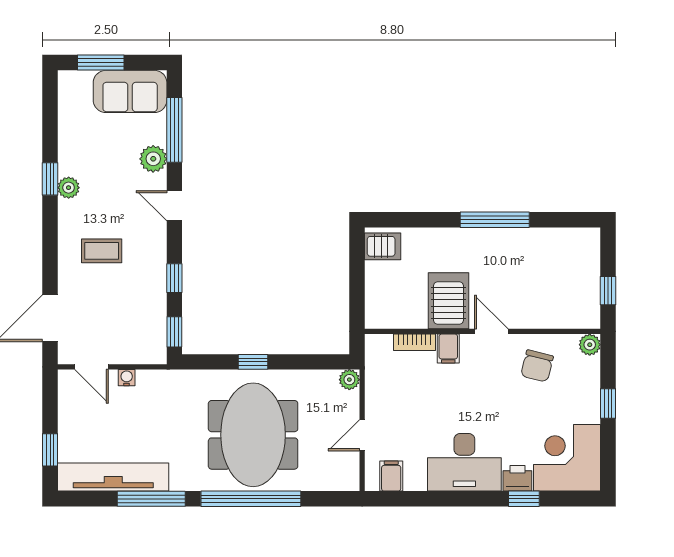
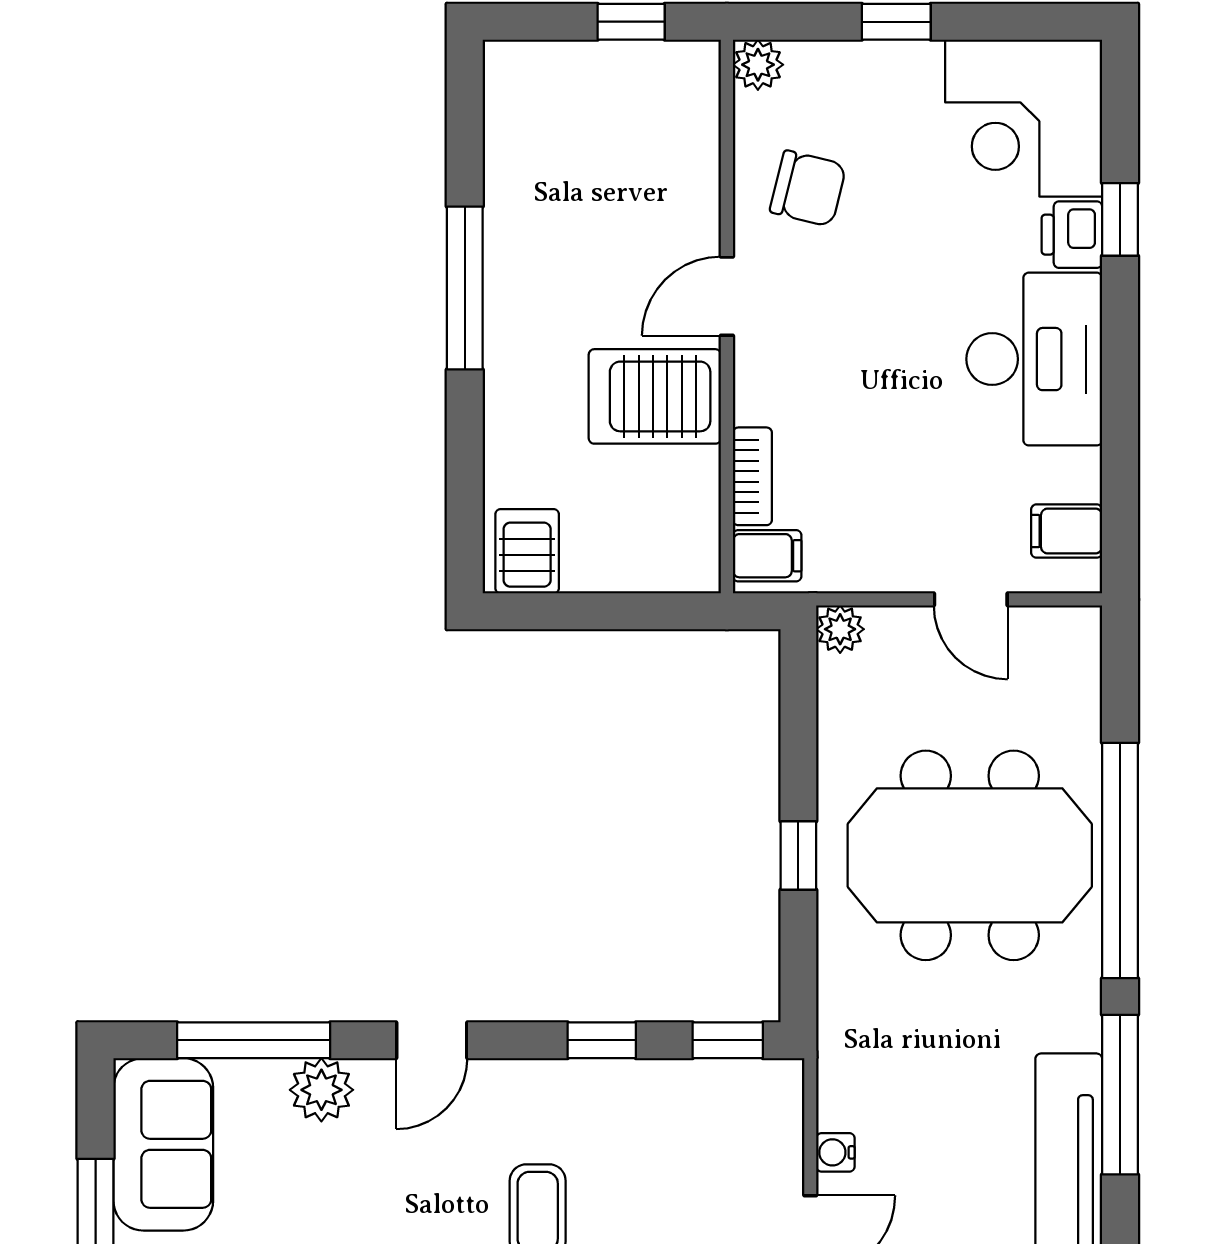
filing cabinet: (448, 349) -> (767, 556), moved

